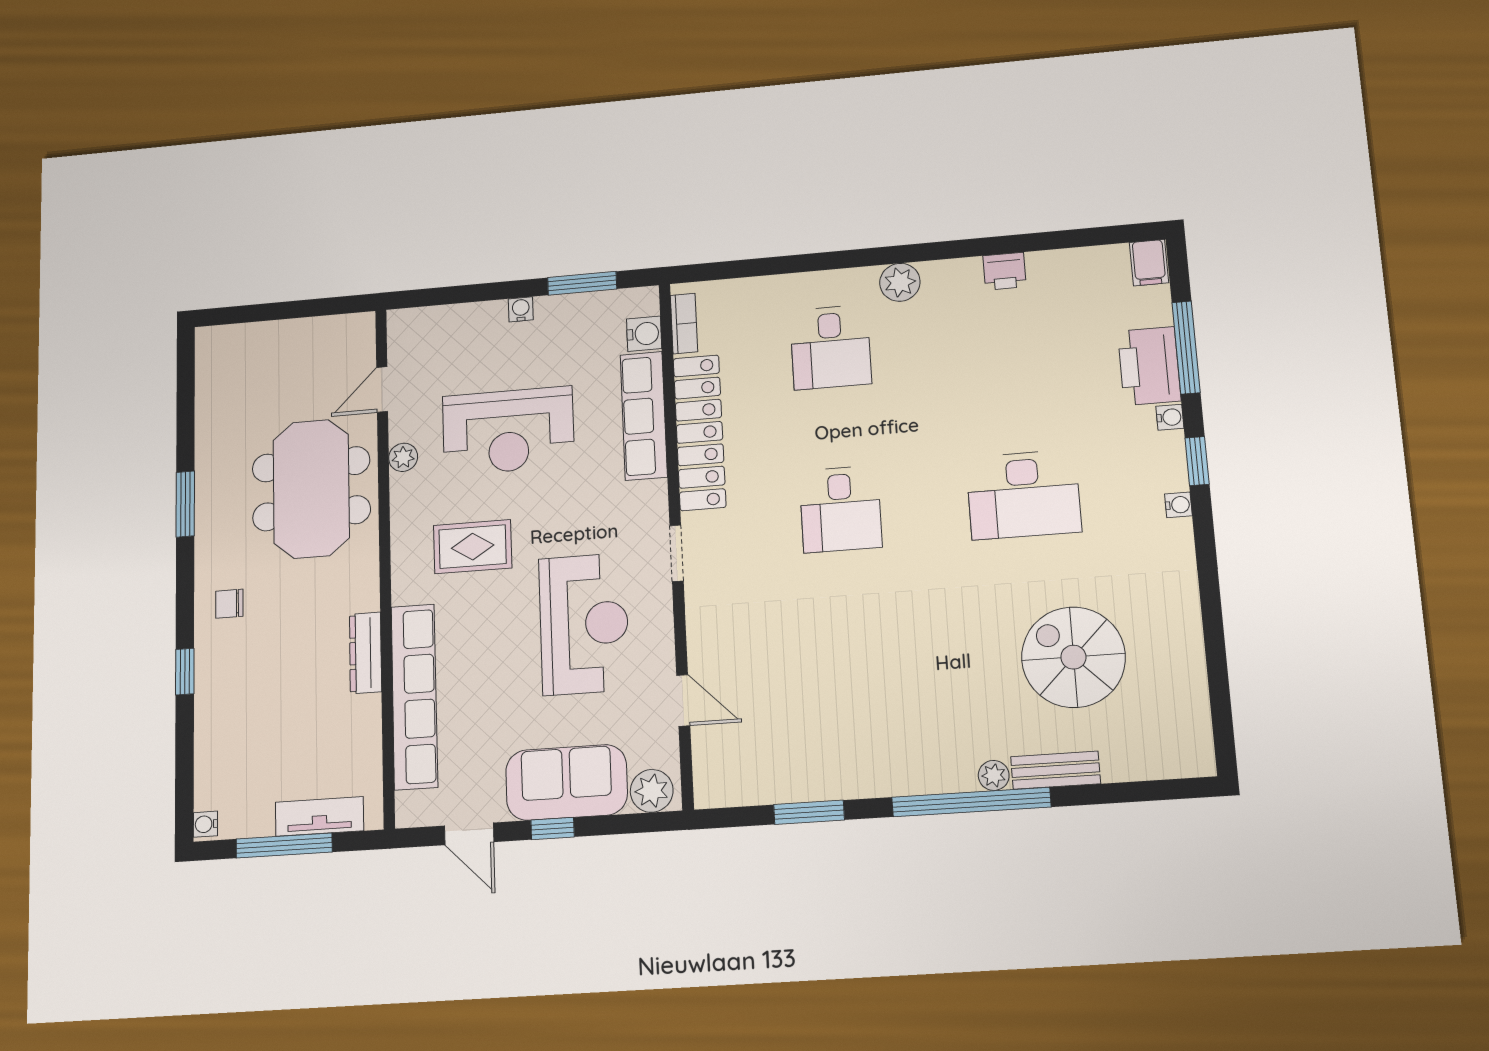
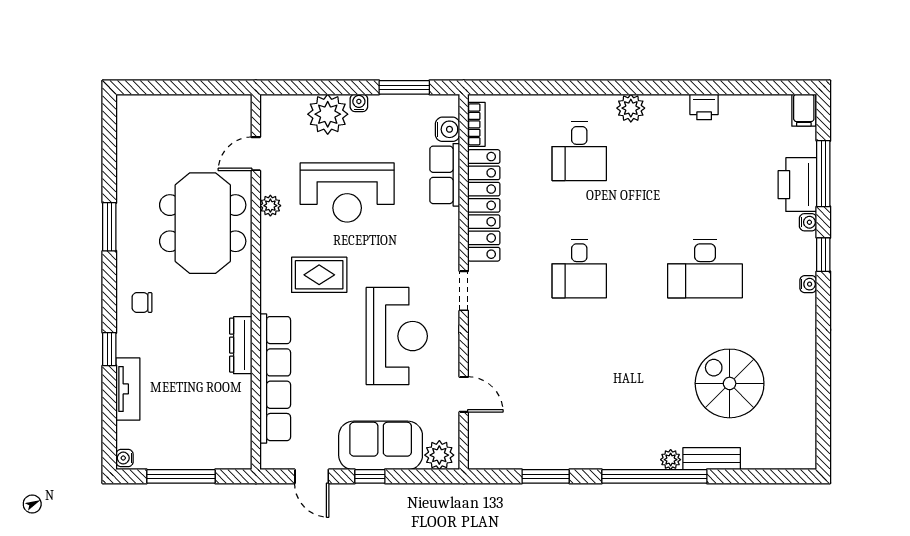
plant: (479, 328) -> (328, 114), added
row of seats: (644, 416) -> (445, 175), width x0.68
tv unit: (319, 816) -> (128, 389), moved, turned 90

